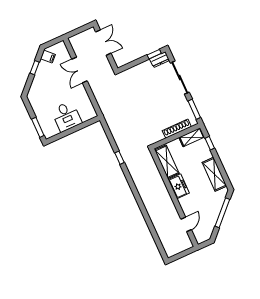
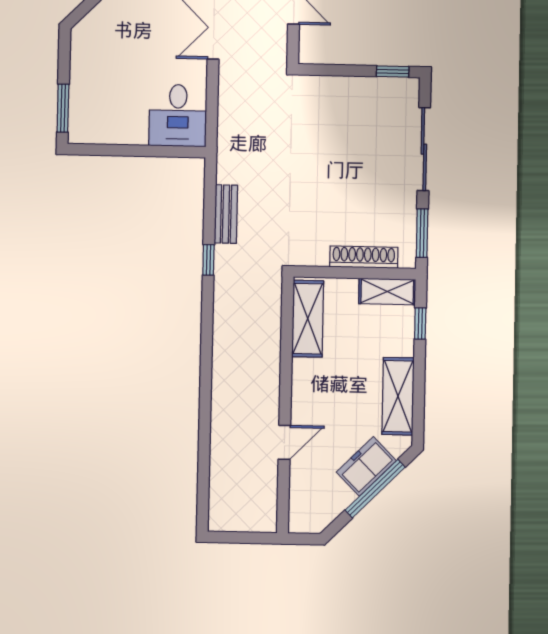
dresser: (159, 60) -> (398, 89), removed
desk: (66, 116) -> (178, 115), moved
bench: (118, 137) -> (226, 214), added
freezer: (179, 186) -> (366, 466), moved, turned -135
door: (186, 224) -> (284, 442), moved

